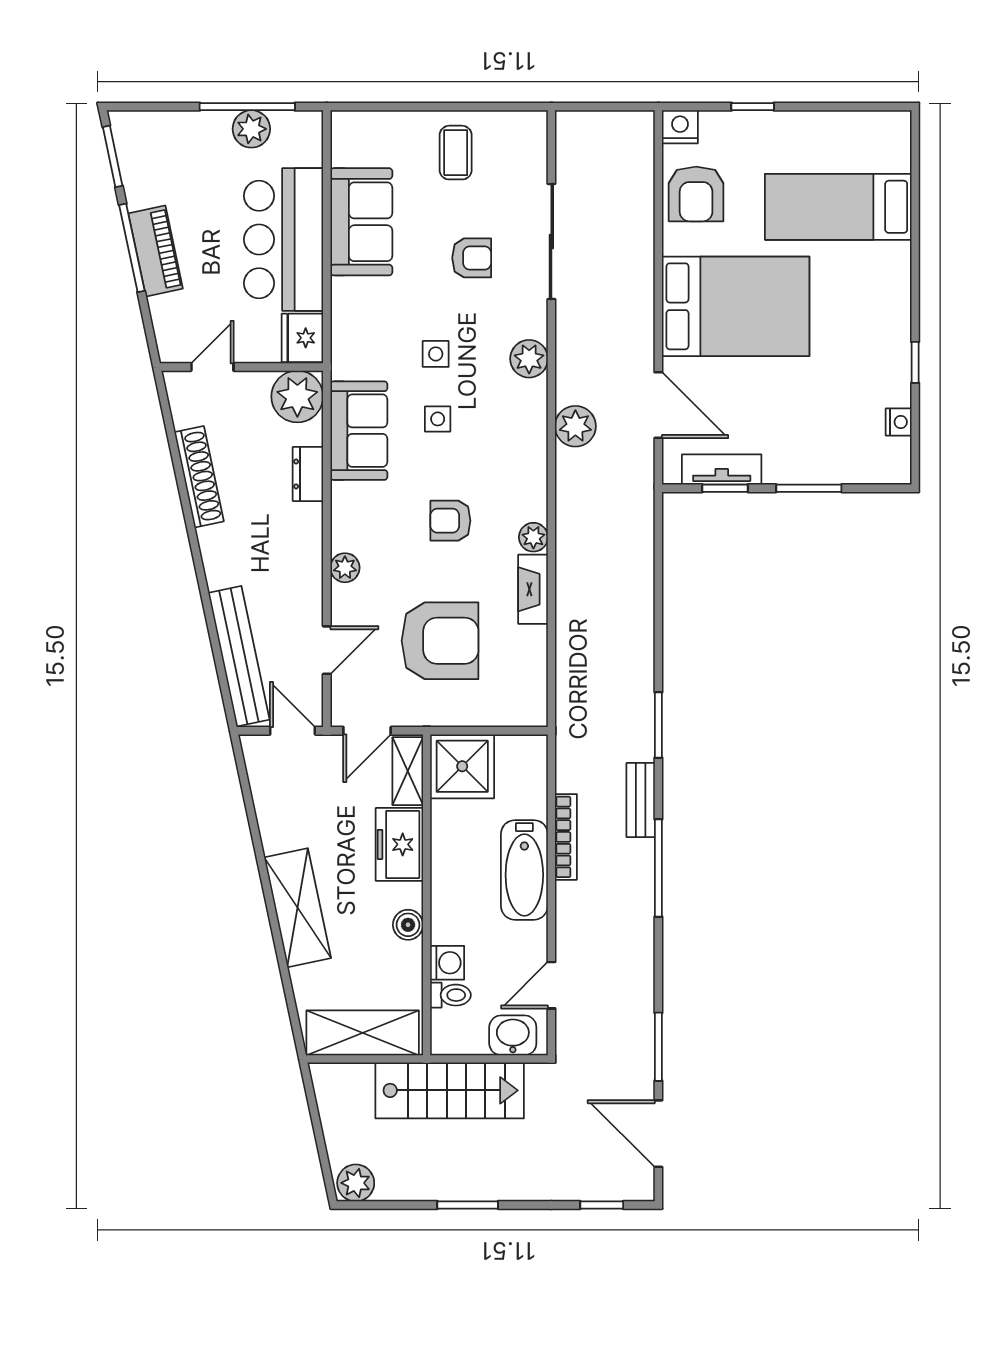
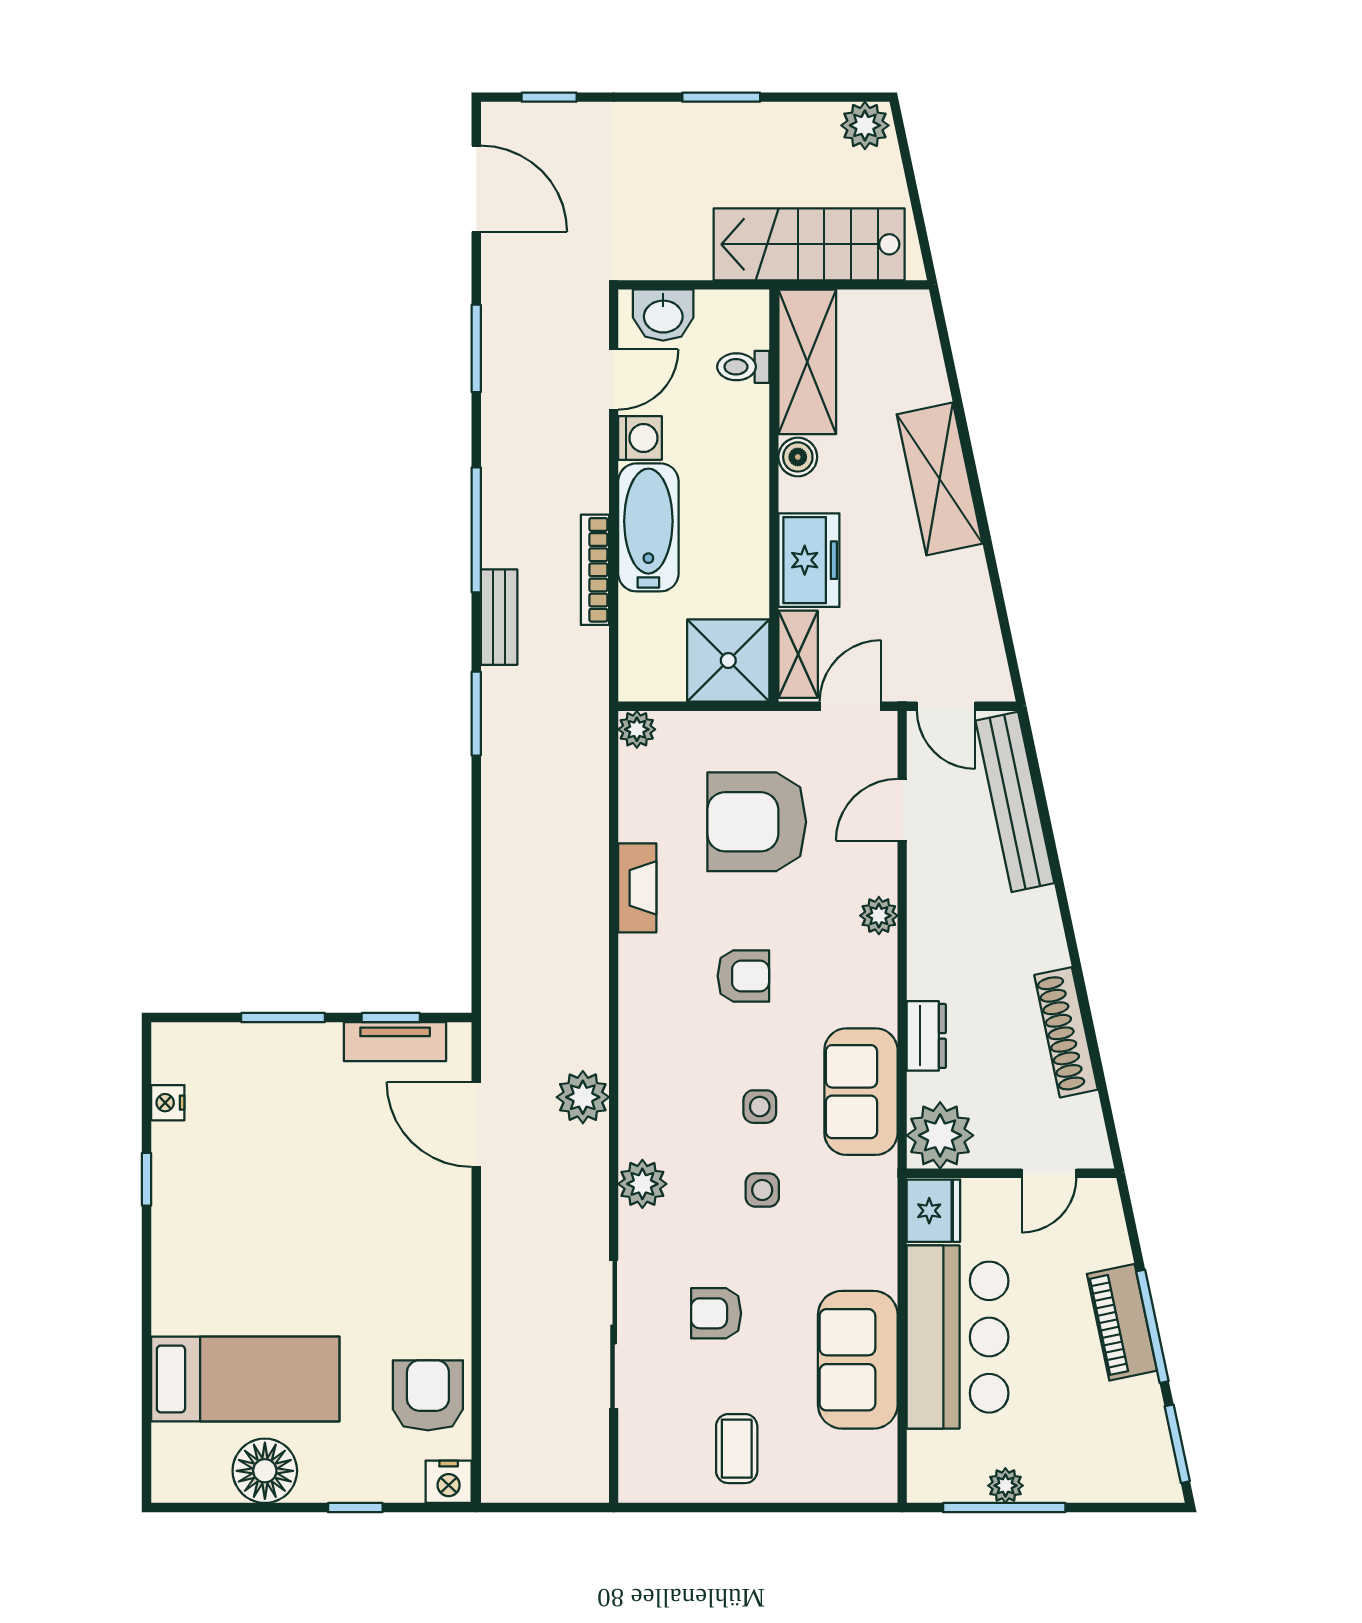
plant: (251, 129) -> (1005, 1486), width x0.73, depth x0.73
floor lamp: (823, 135) -> (265, 1471), added
bed: (736, 306) -> (377, 1251), removed
plant: (533, 537) -> (637, 729), moved
washing machine: (447, 963) -> (640, 438), moved, turned 180
shelving: (363, 1033) -> (807, 362), moved, turned 90
window: (658, 1047) -> (476, 348), moved
stairs: (450, 1090) -> (809, 244), moved

